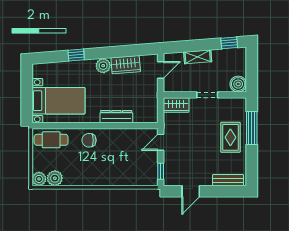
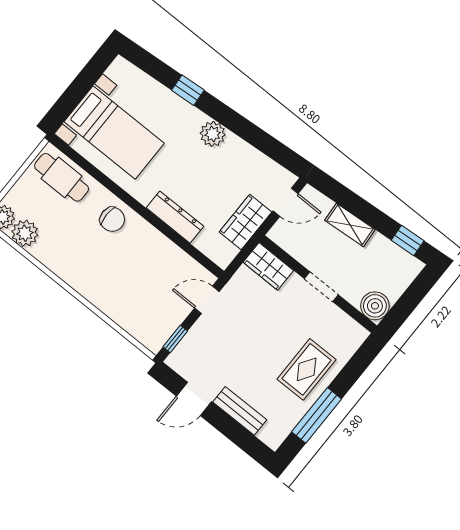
wardrobe: (126, 65) -> (245, 222), moved, turned 95
window: (252, 128) -> (317, 415), moved
chair: (89, 140) -> (112, 219), turned 180
bench: (228, 180) -> (240, 411), moved

